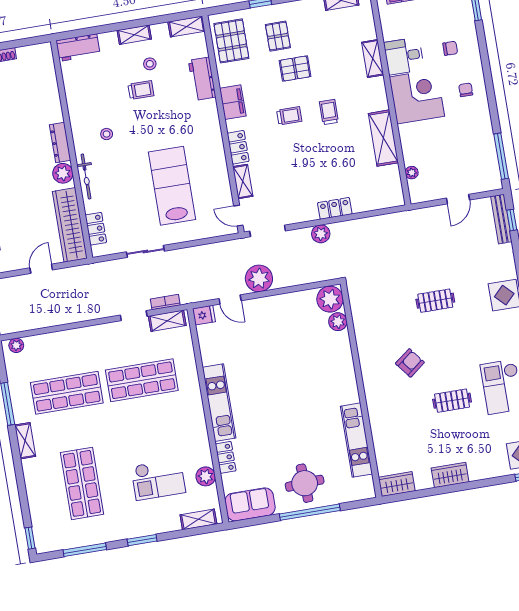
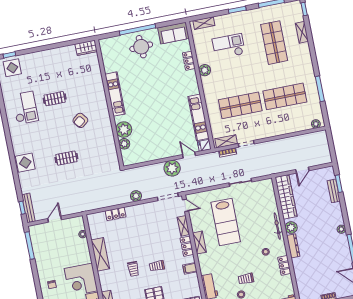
filing cabinet: (233, 102) -> (190, 268), width x0.50
shelving: (217, 153) -> (199, 243), added
locker: (335, 208) -> (116, 214), moved
locker: (96, 229) -> (284, 265), moved
plant: (330, 299) -> (124, 130), moved
kitchen unit: (219, 403) -> (198, 117), moved
kitchen unit: (357, 440) -> (115, 94), moved
shelving: (25, 441) -> (302, 32), moved
wardrobe: (450, 475) -> (54, 54), removed
plant: (206, 476) -> (205, 70), moved

